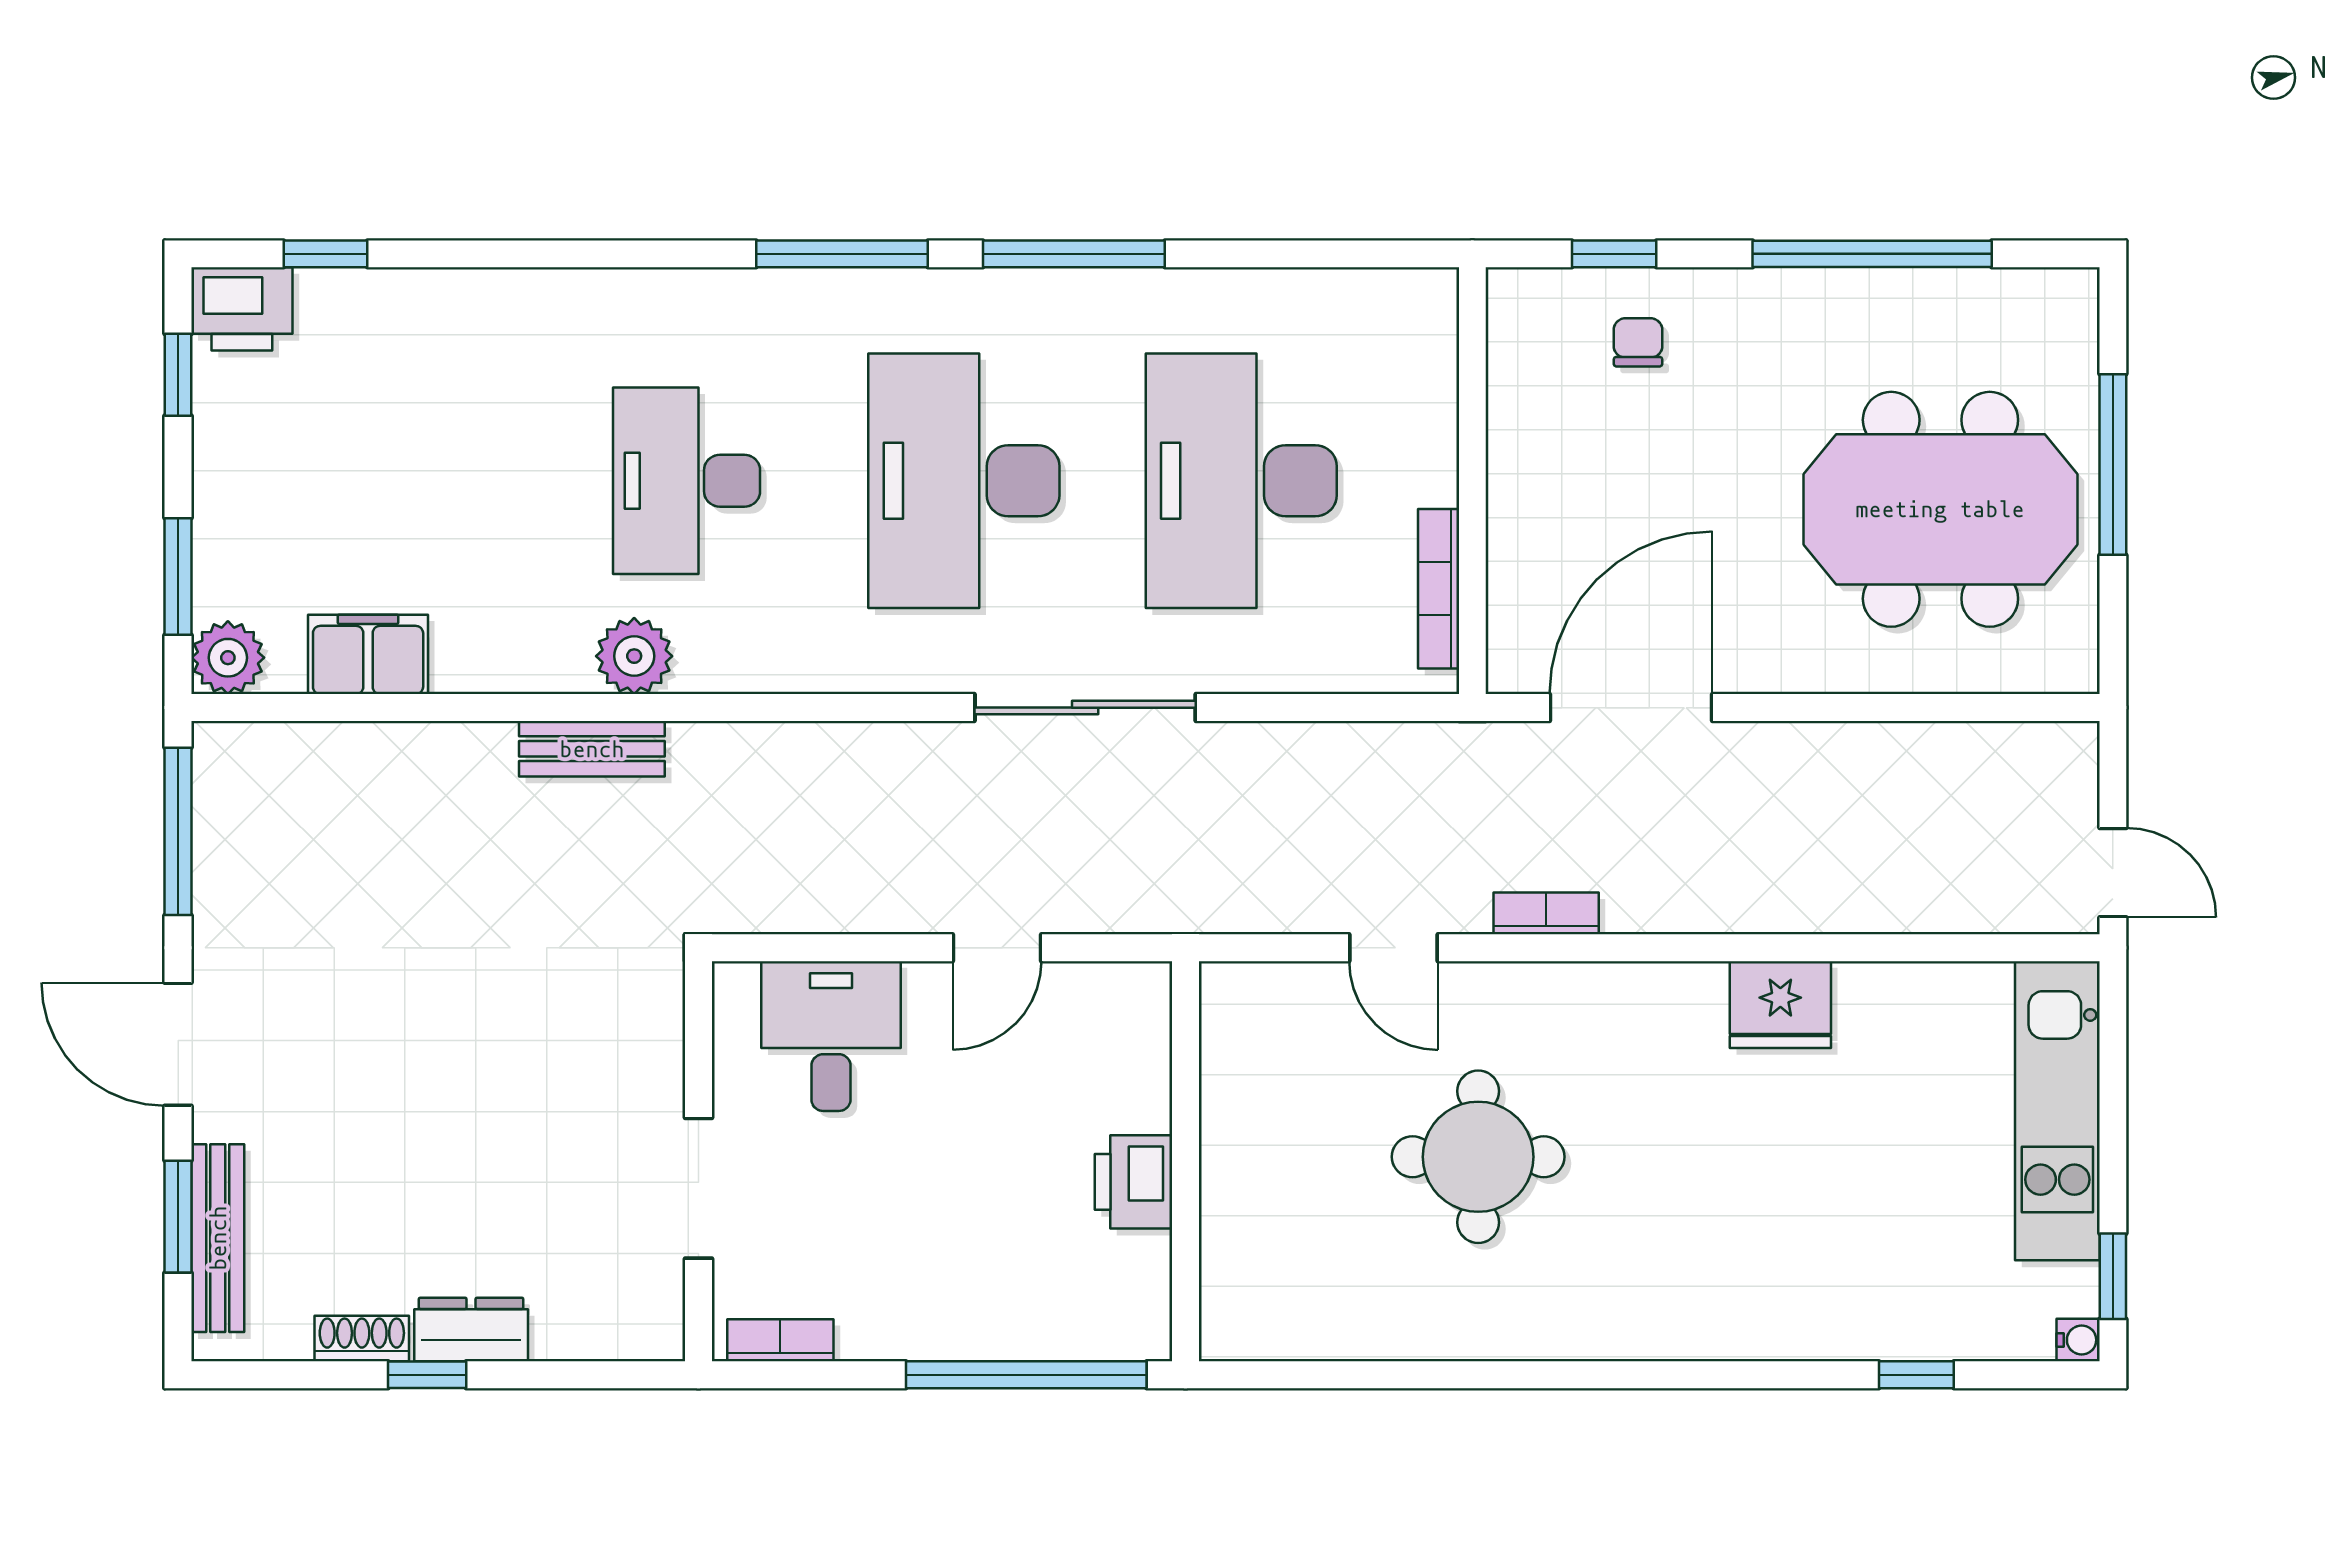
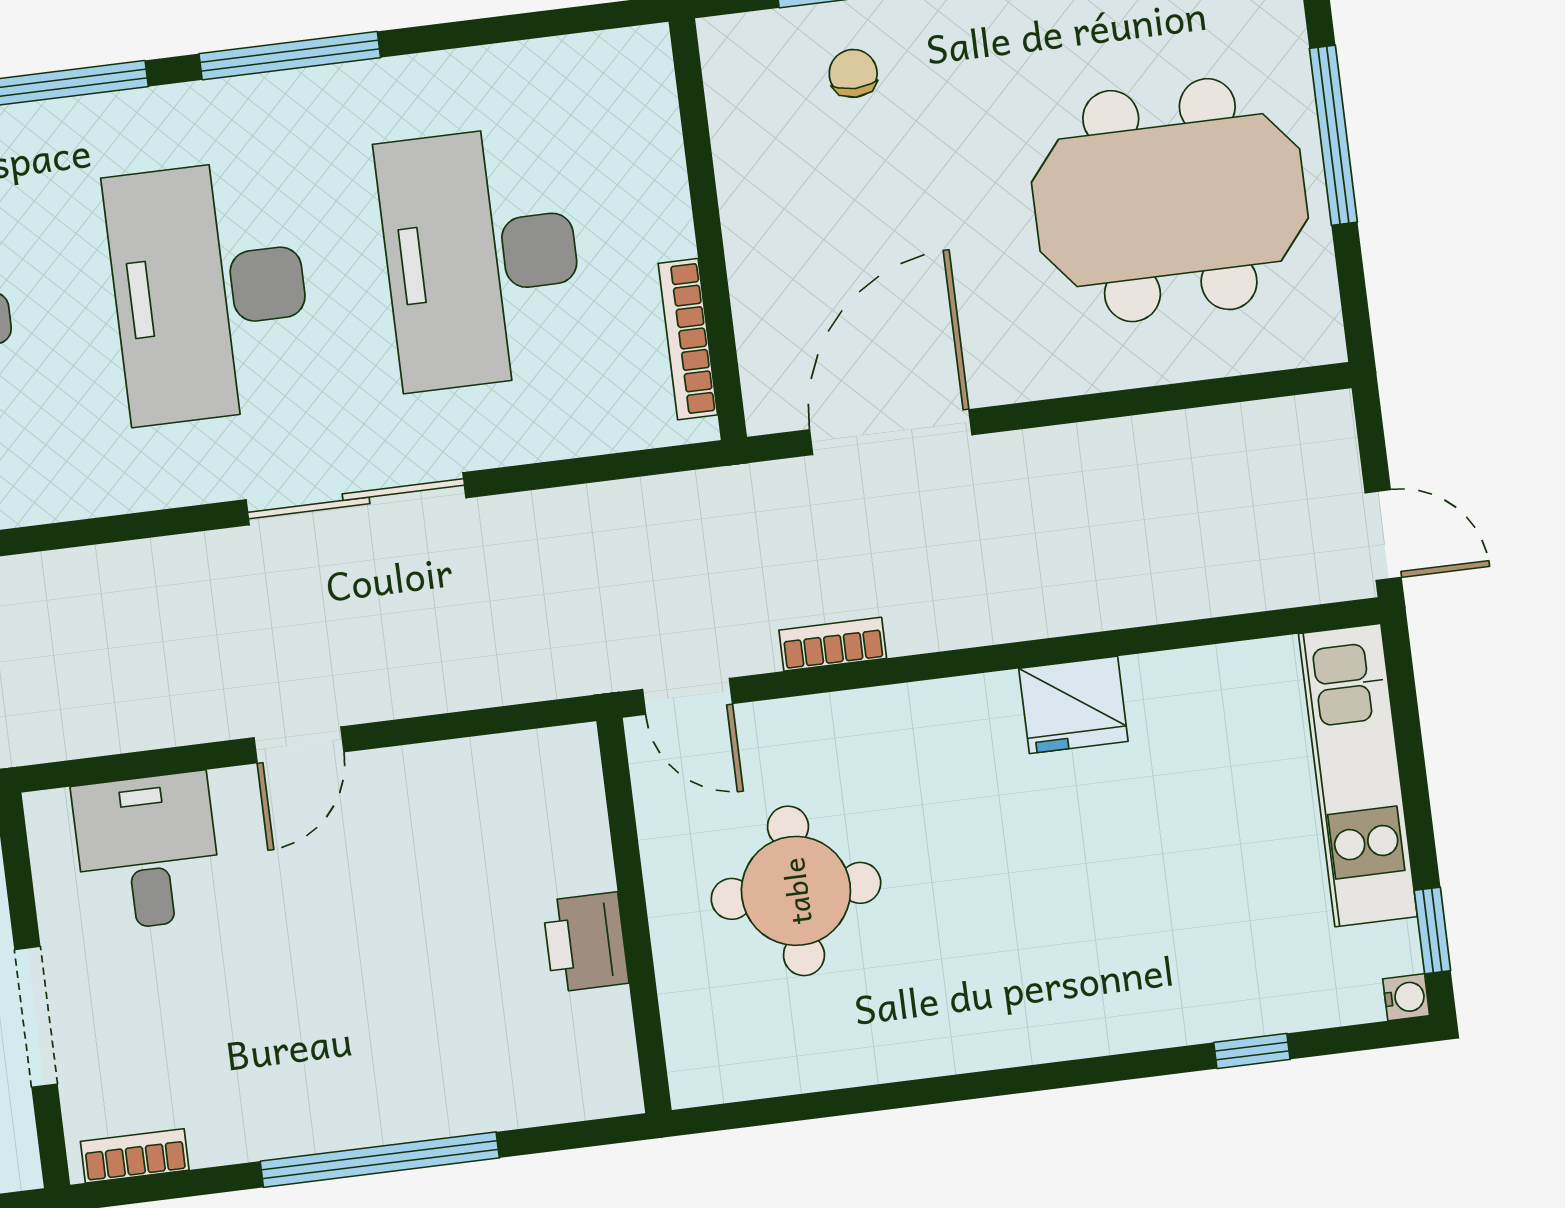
wall: (1186, 1161) -> (634, 916), moved
printer: (1133, 1182) -> (586, 942), moved

